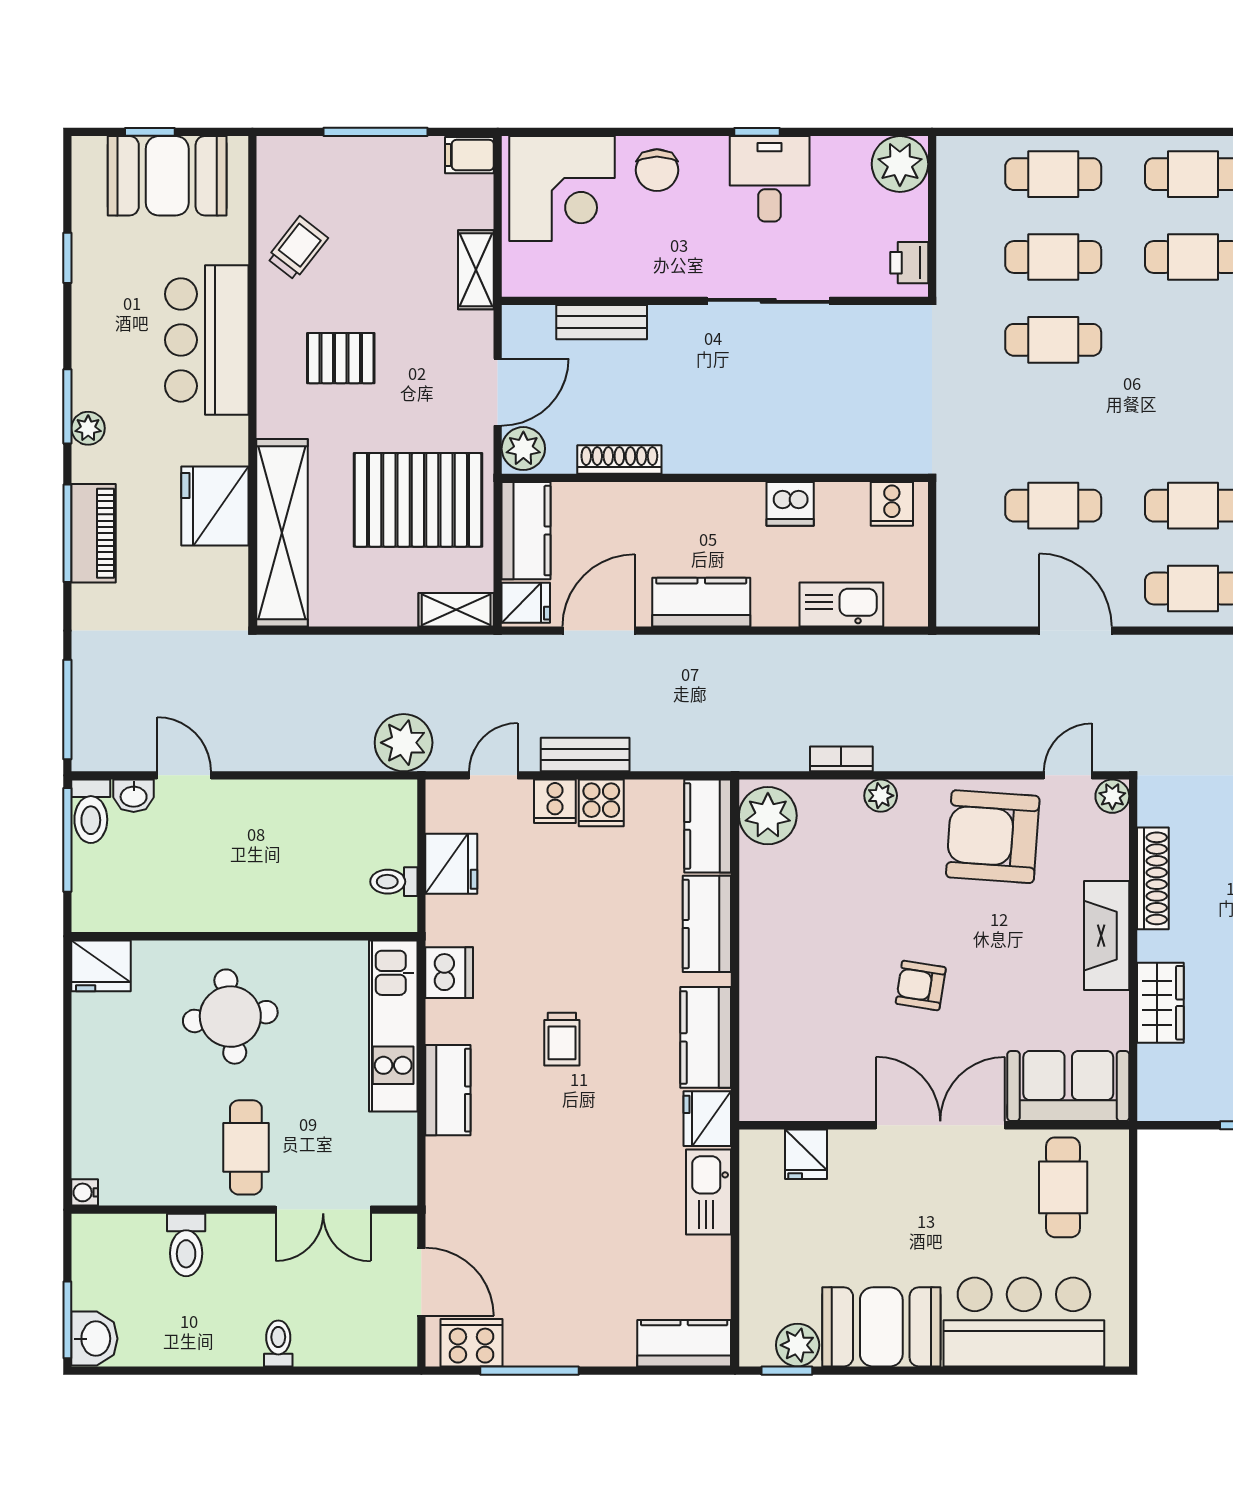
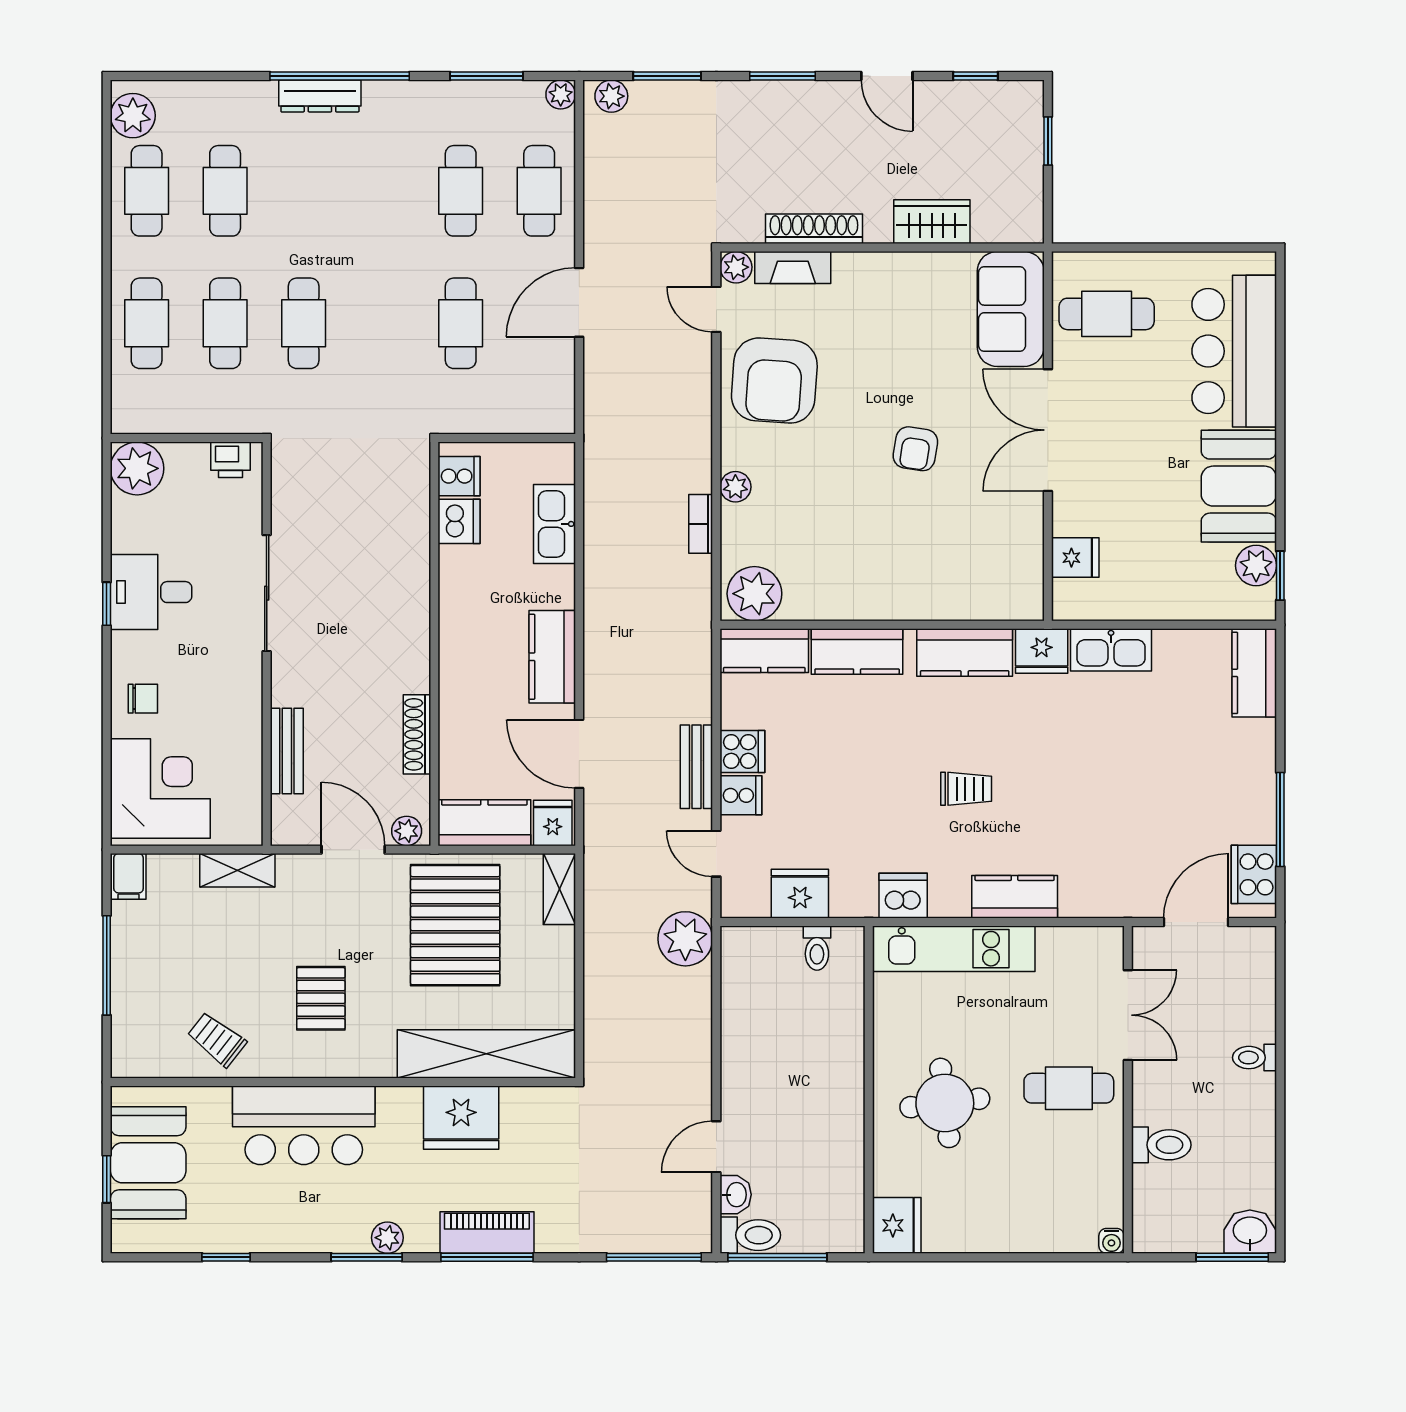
chair: (657, 170) -> (143, 699), width x0.73, depth x0.73
plant: (523, 449) -> (407, 831), width x0.73, depth x0.73
dishwasher: (790, 504) -> (459, 521), moved
fireplace: (1107, 936) -> (793, 267), moved, width x0.73, depth x0.76

